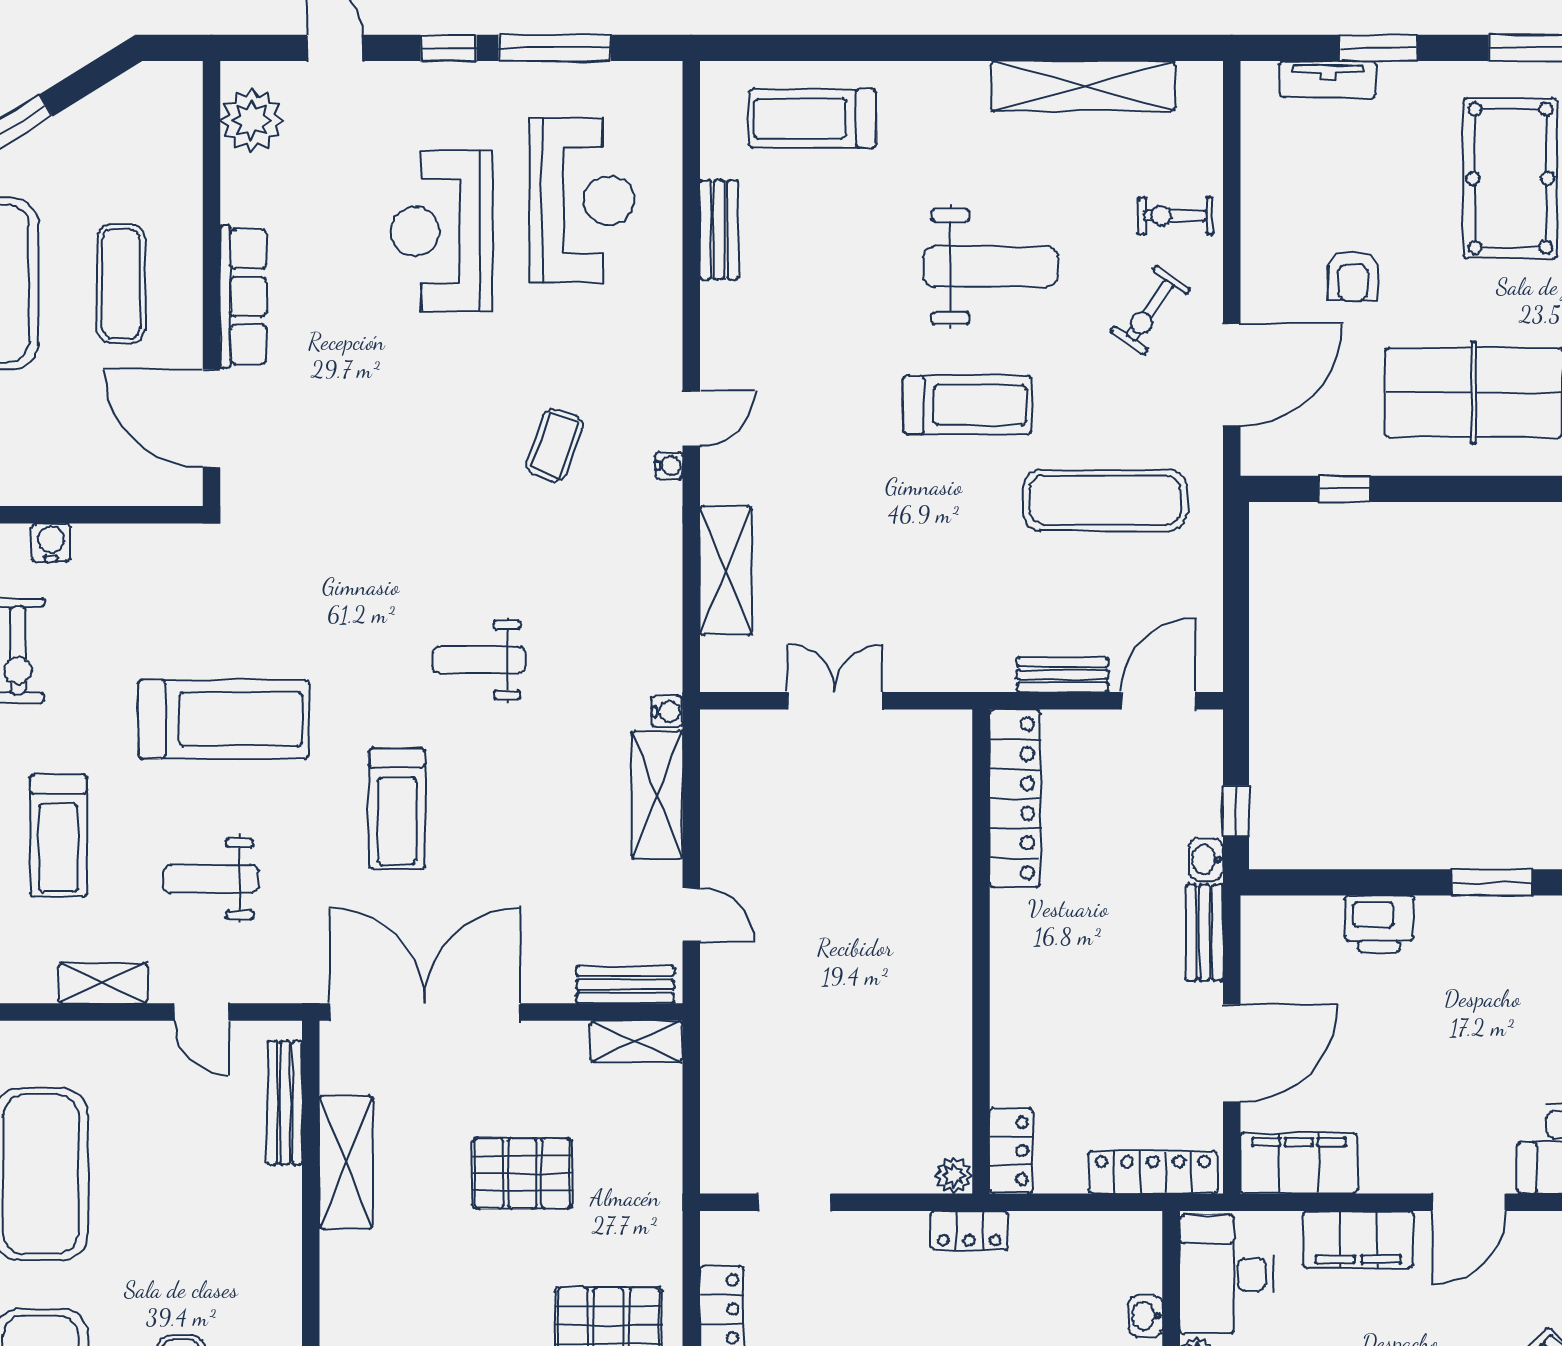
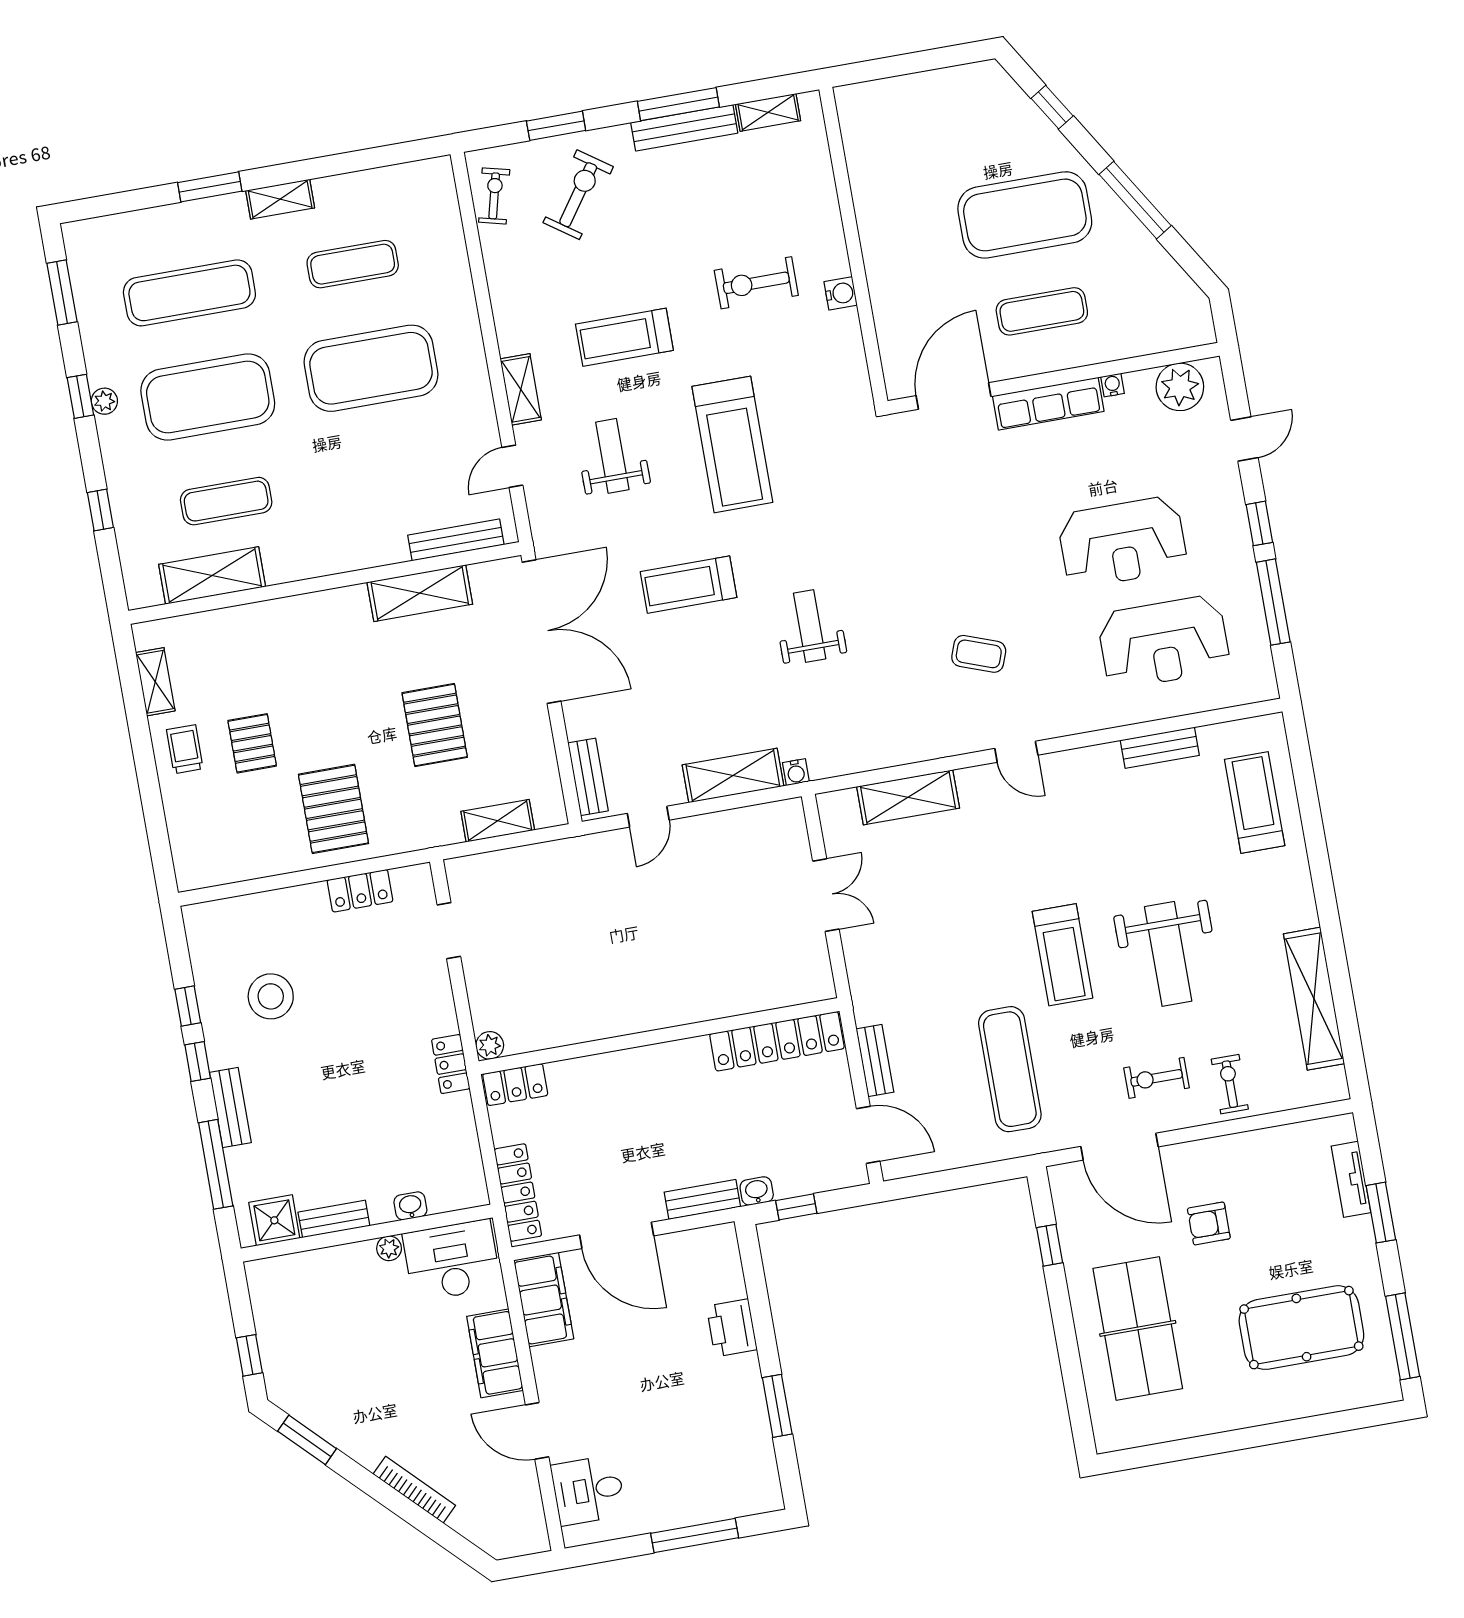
reception desk: (441, 231) -> (1122, 542), turned 180
exercise bike: (1150, 310) -> (1157, 1078), turned -35
water cooler: (669, 466) -> (1113, 385), moved, turned 180
shelving: (637, 1041) -> (498, 821), moved, turned 90

